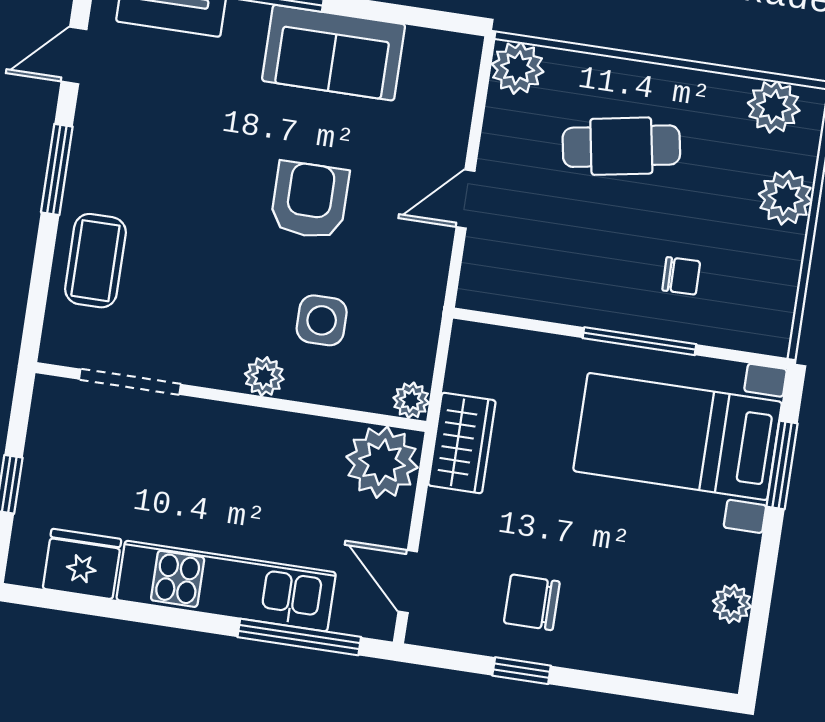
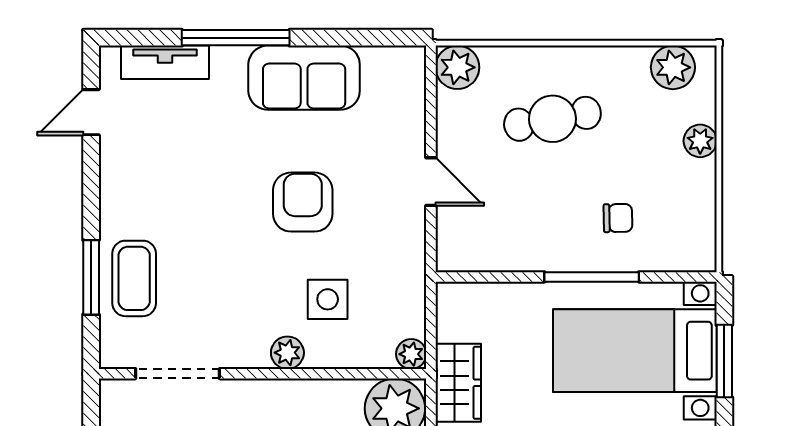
window: (57, 169) -> (91, 277), moved
plant: (786, 198) -> (700, 141), width x0.73, depth x0.73
door: (466, 199) -> (431, 182), swing flipped

